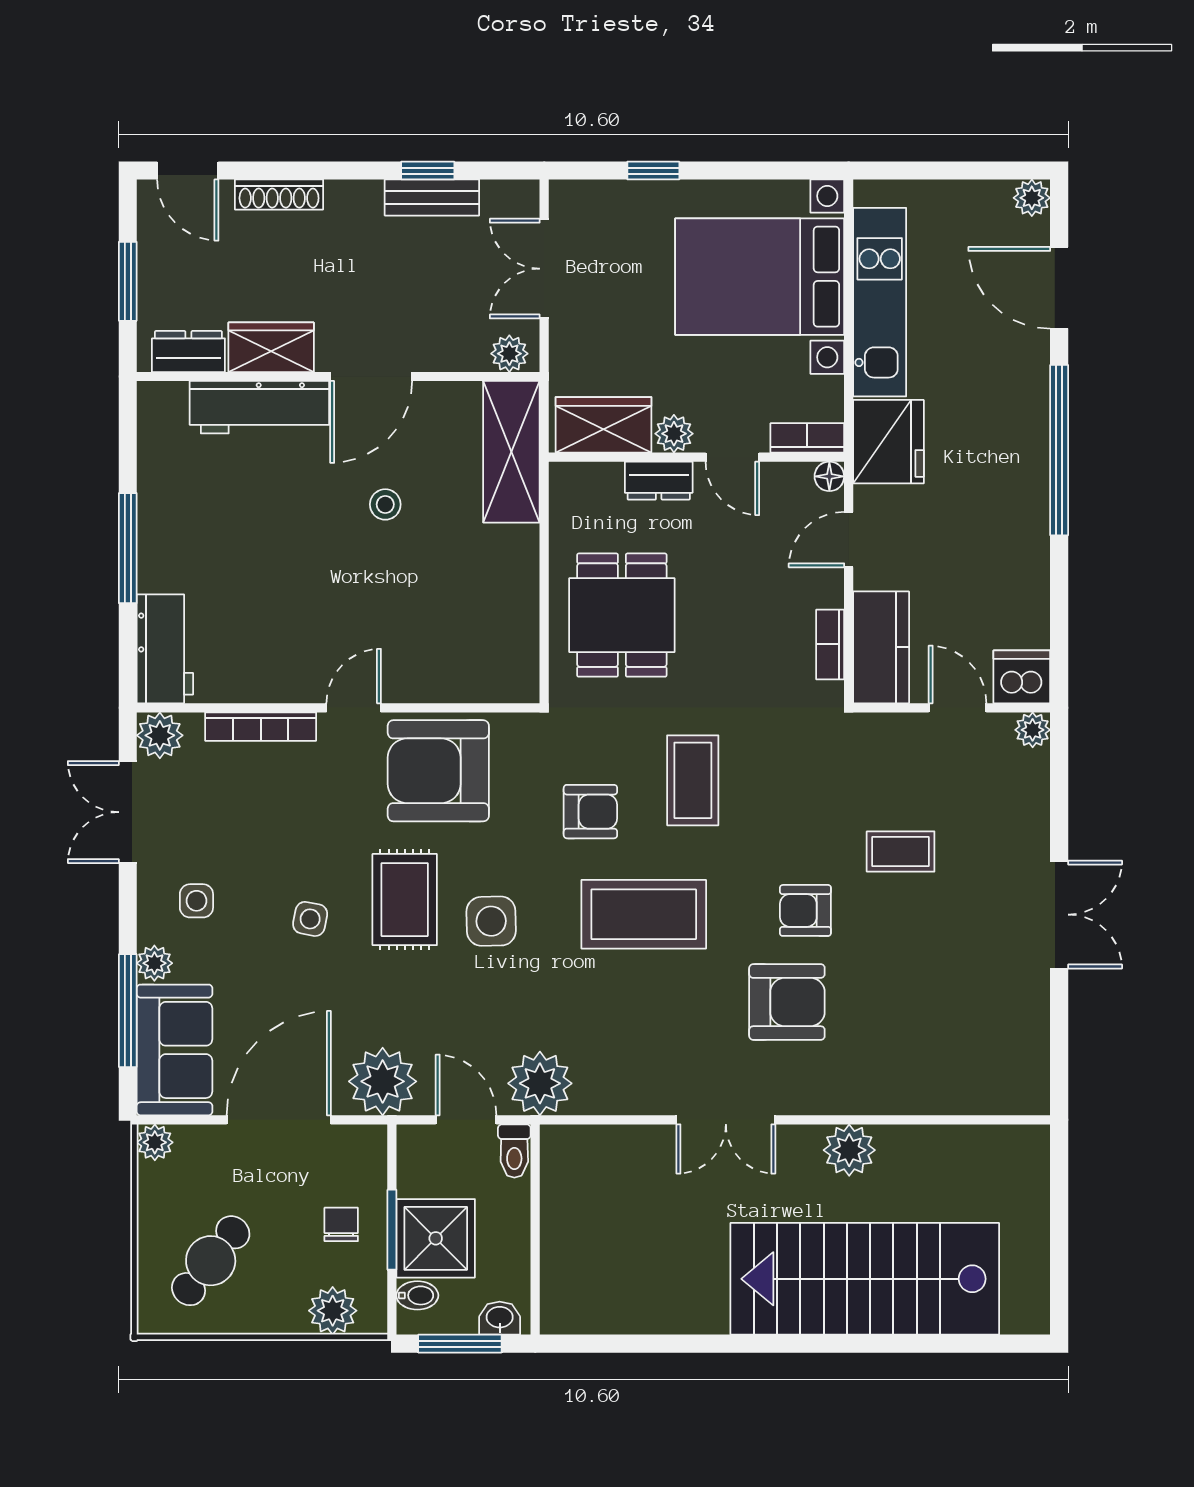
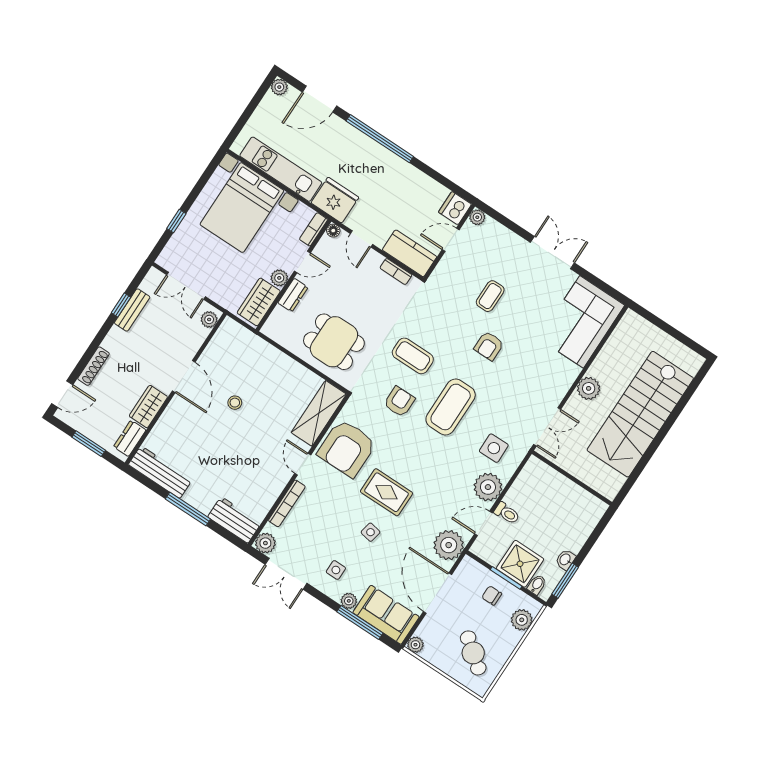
workbench: (259, 407) -> (160, 472), moved, turned -90
shelving: (511, 452) -> (319, 413), moved, turned 90
side table: (491, 921) -> (494, 448), moved
armchair: (787, 1002) -> (518, 375), removed
corner sofa: (965, 1055) -> (582, 322), added
wall: (535, 1229) -> (572, 478), moved

